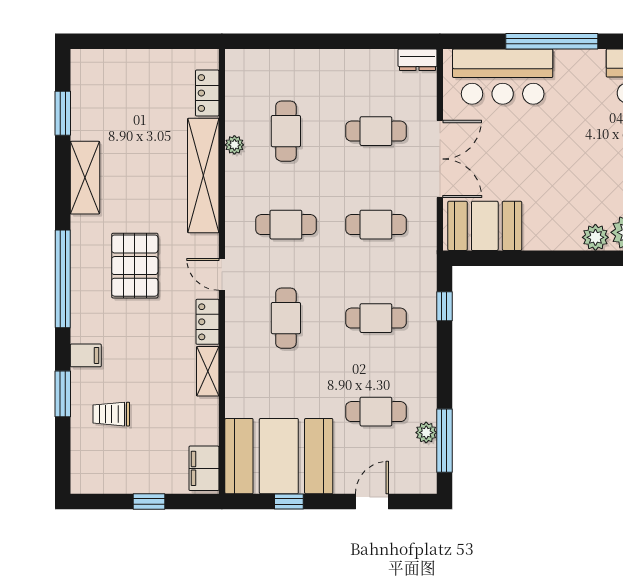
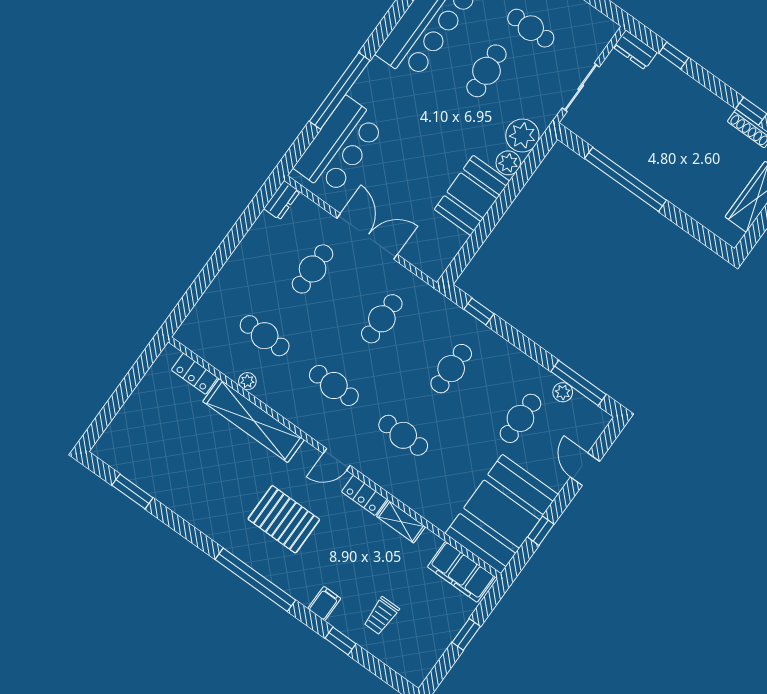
shelving: (85, 178) -> (192, 509), removed
cafe table: (286, 225) -> (334, 385), turned 90
booth: (485, 226) -> (472, 195), moved
window: (63, 394) -> (340, 641), width x0.67
filing cabinet: (204, 468) -> (461, 572), width x1.50, depth x1.17

